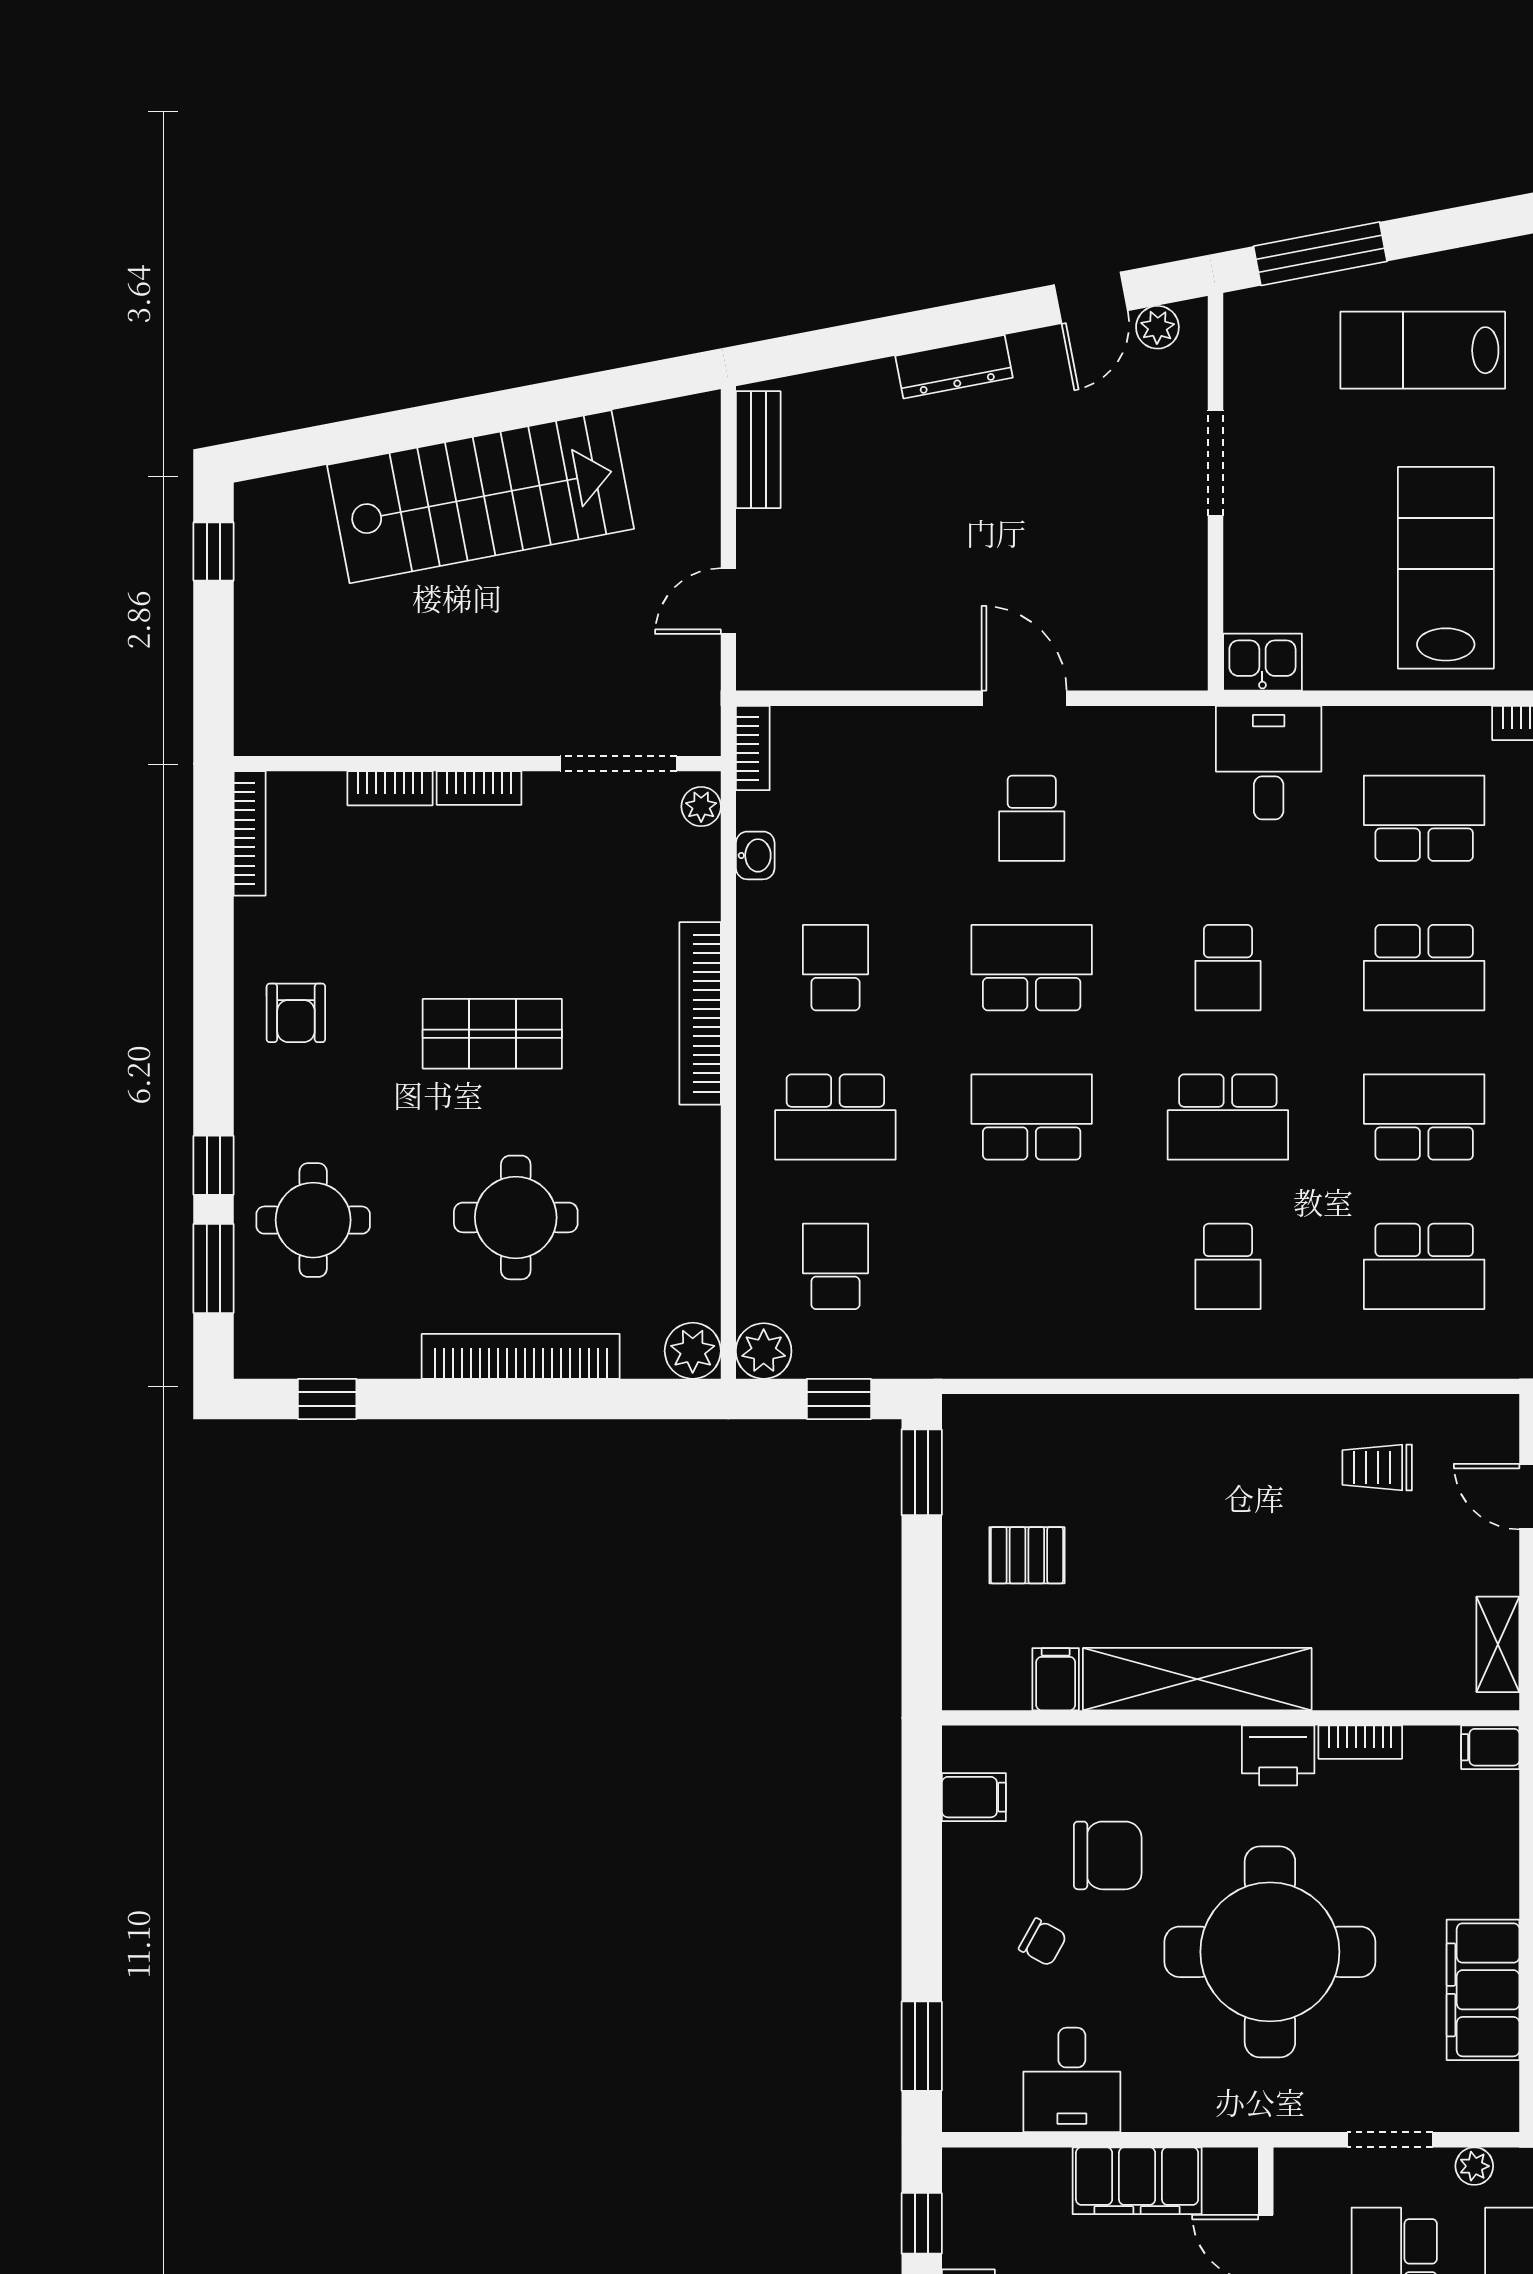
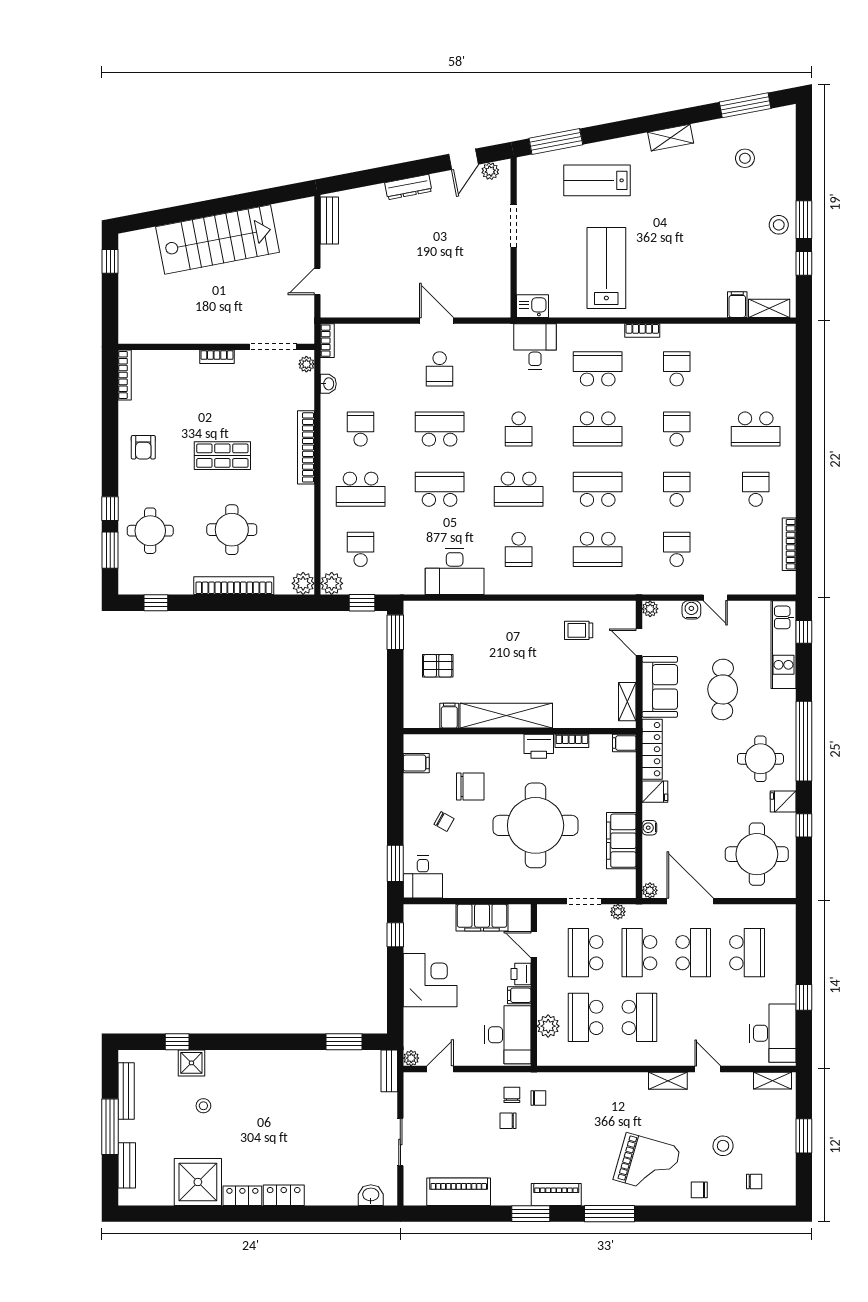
bookcase: (390, 788) -> (181, 357), removed
desk: (1069, 1322) -> (455, 572), added
desk: (1072, 2080) -> (423, 877), moved

